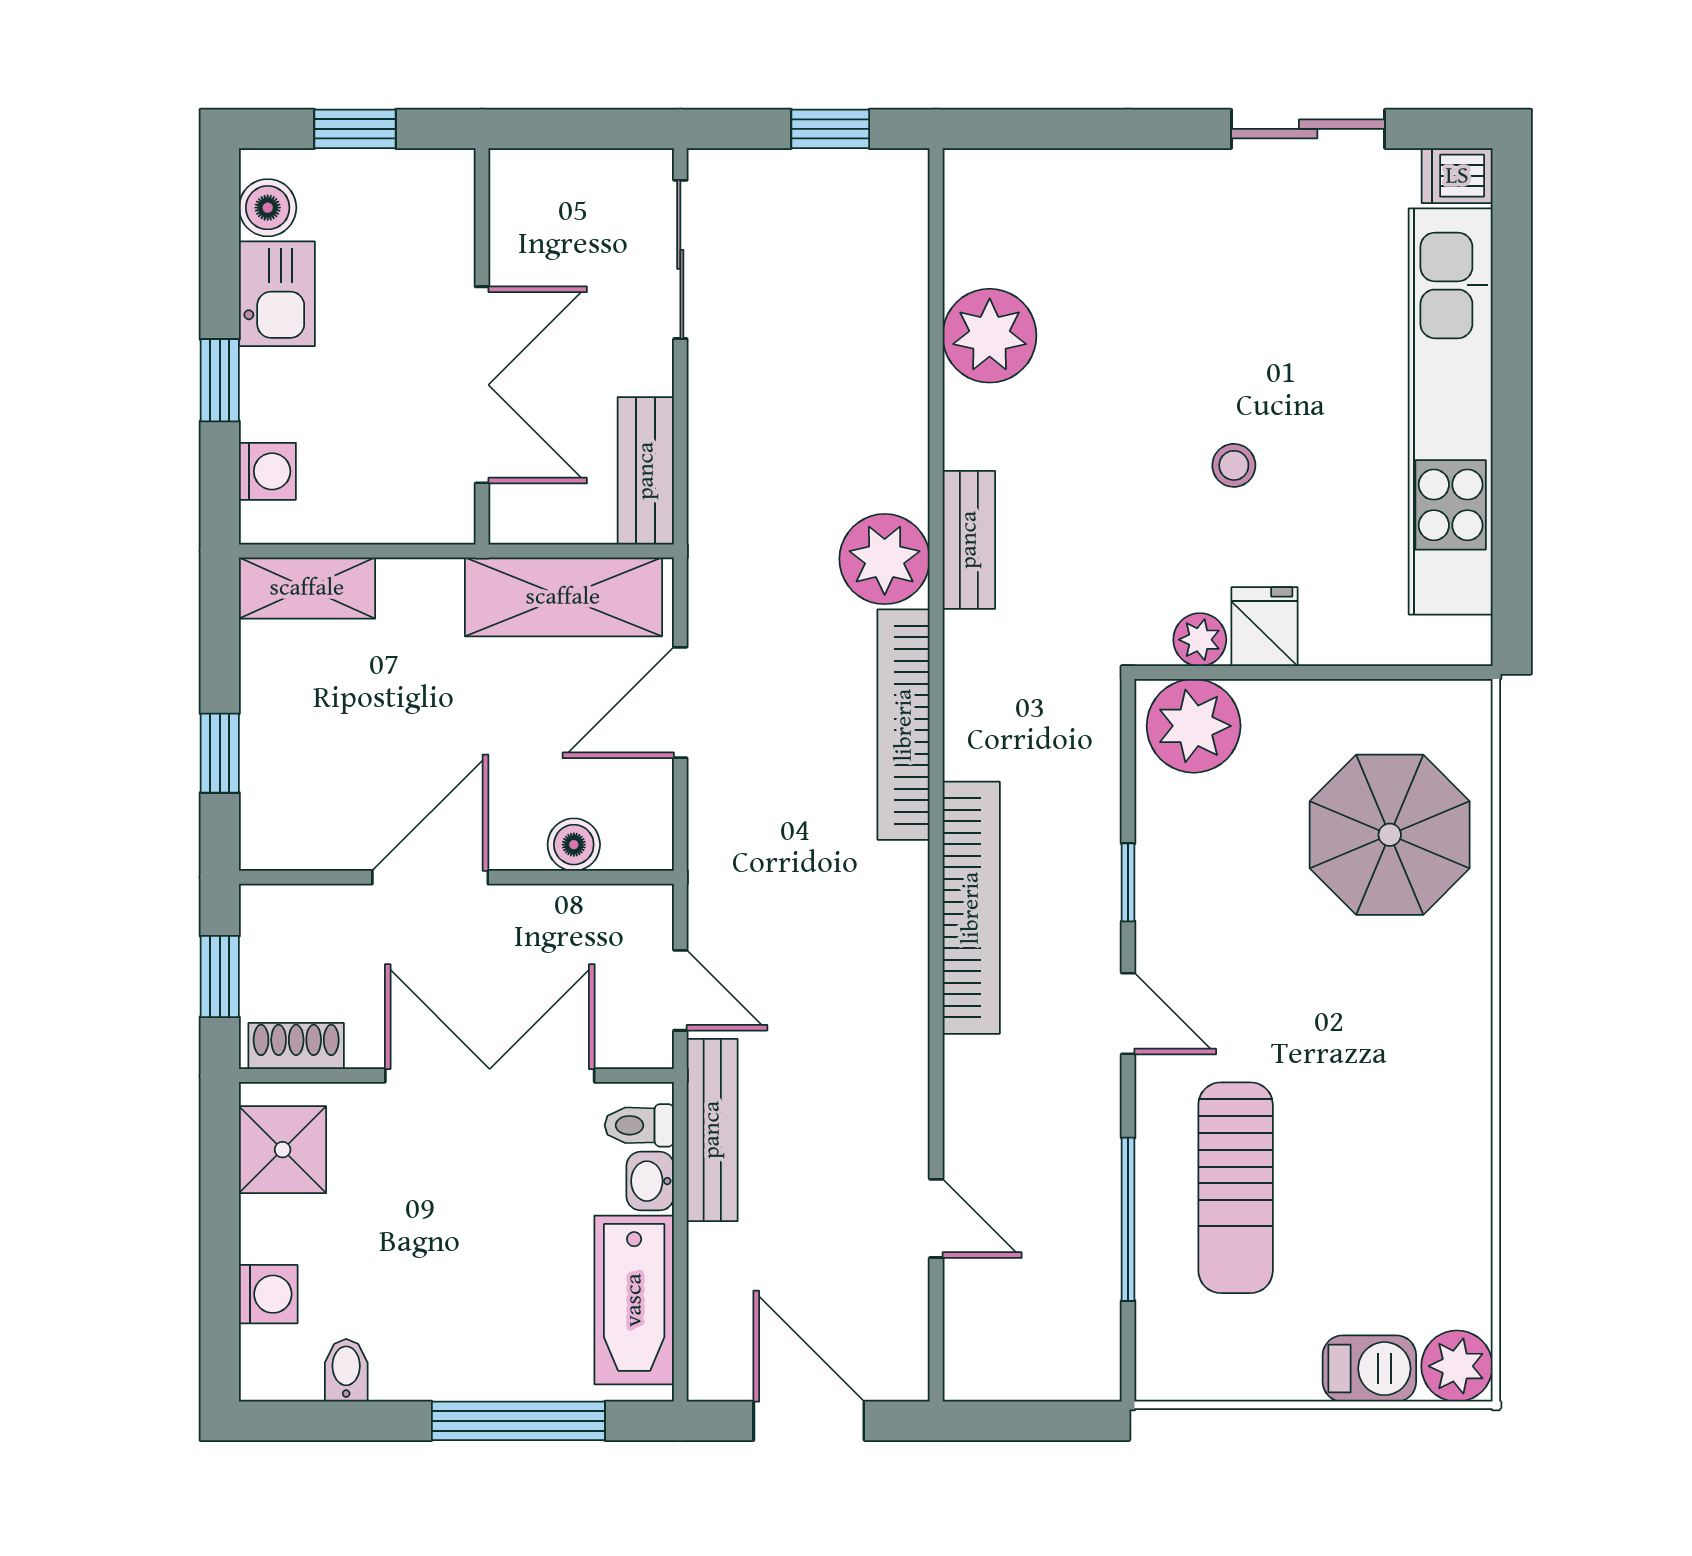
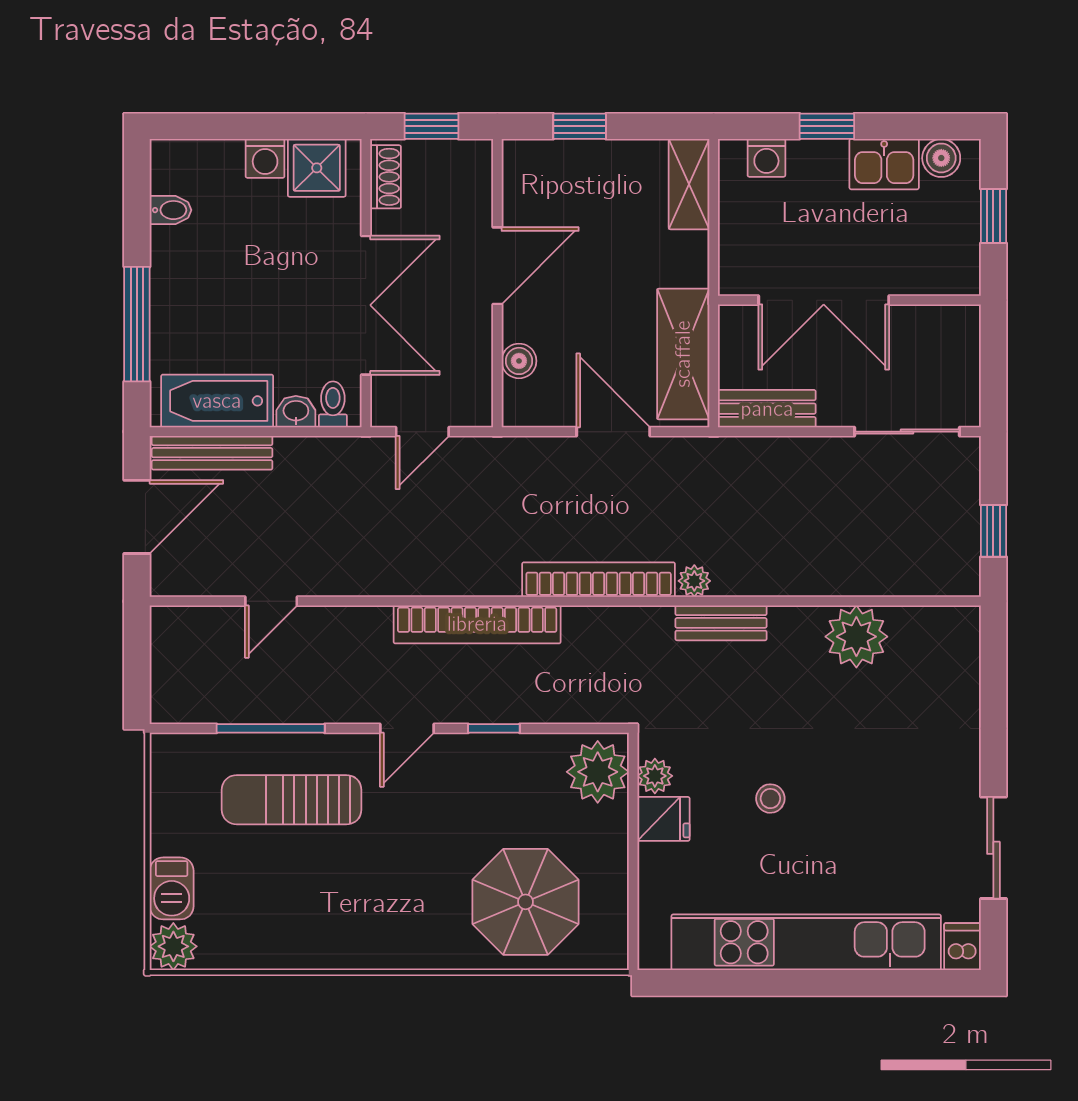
plant: (885, 559) -> (694, 581), width x0.53, depth x0.53
door: (430, 877) -> (497, 266), hinge flipped
bench: (712, 1130) -> (212, 453), moved
washing machine: (268, 1294) -> (265, 158), moved

